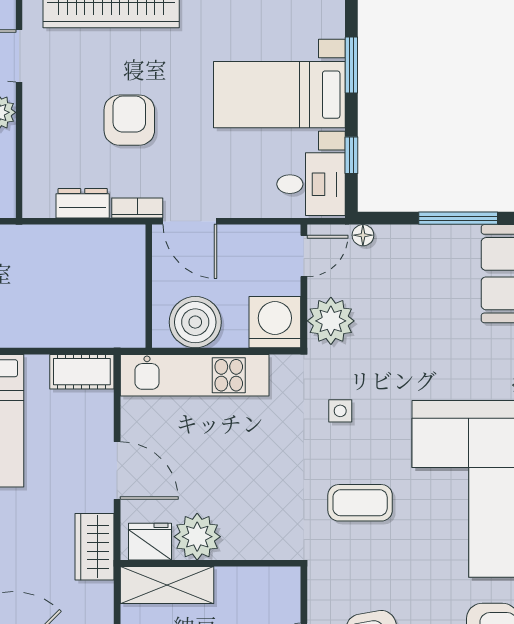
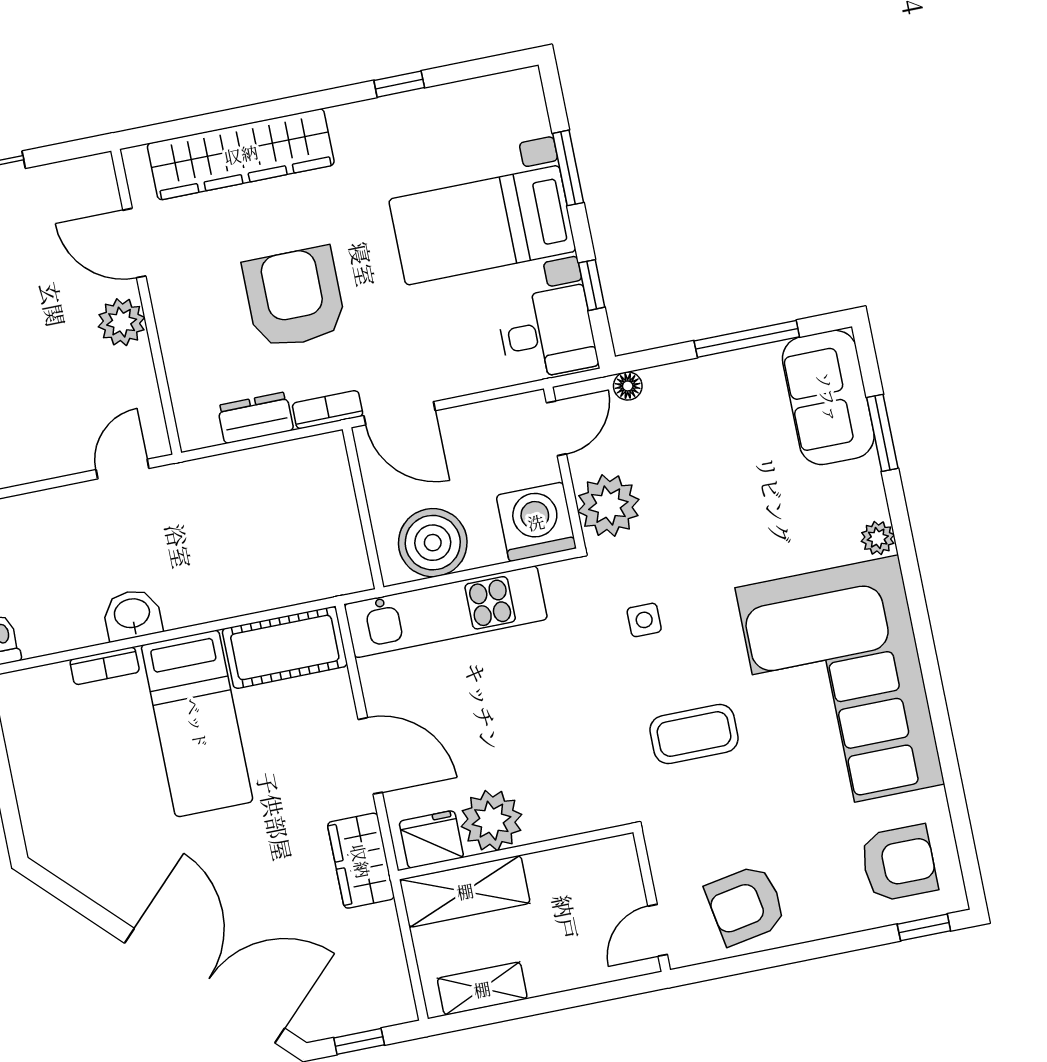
armchair: (129, 120) -> (294, 298), width x1.36, depth x1.36
cot: (82, 372) -> (285, 647), width x1.37, depth x1.34

